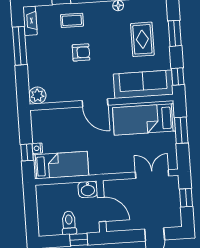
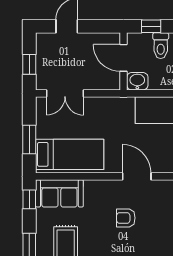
armchair: (81, 52) -> (126, 218), moved
sofa: (143, 84) -> (59, 193), width x0.73
door: (95, 103) -> (137, 176), moved

